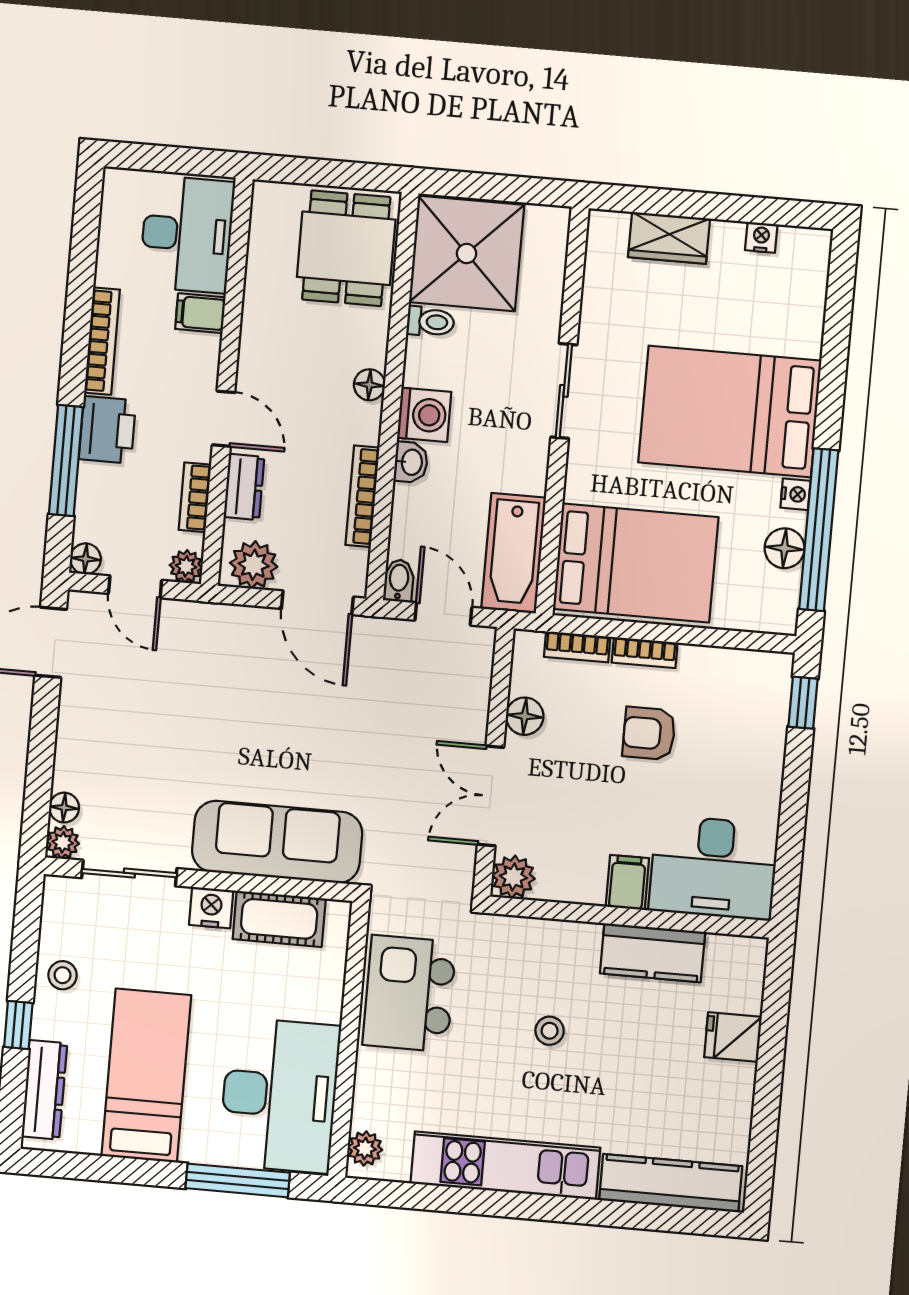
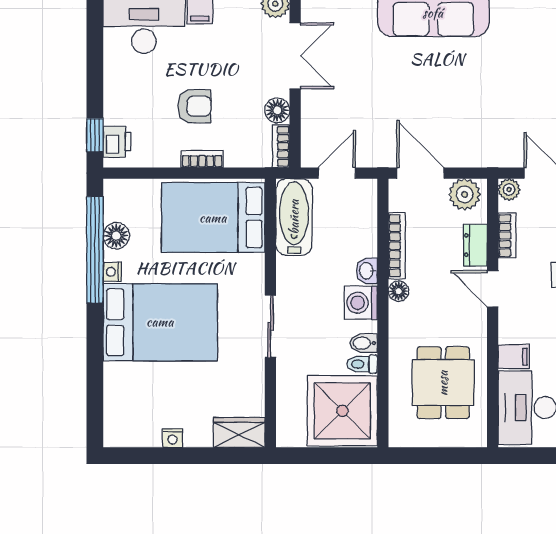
nightstand: (761, 237) -> (173, 438), moved
wardrobe: (669, 238) -> (239, 432), moved
dining table: (346, 248) -> (443, 383), moved
floor lamp: (369, 385) -> (399, 291), moved
bidet: (399, 581) -> (364, 343), moved, turned 90
door: (443, 614) -> (337, 173), swing flipped
bookcase: (577, 647) -> (281, 146), moved, turned -90
printer: (770, 690) -> (117, 142), added

